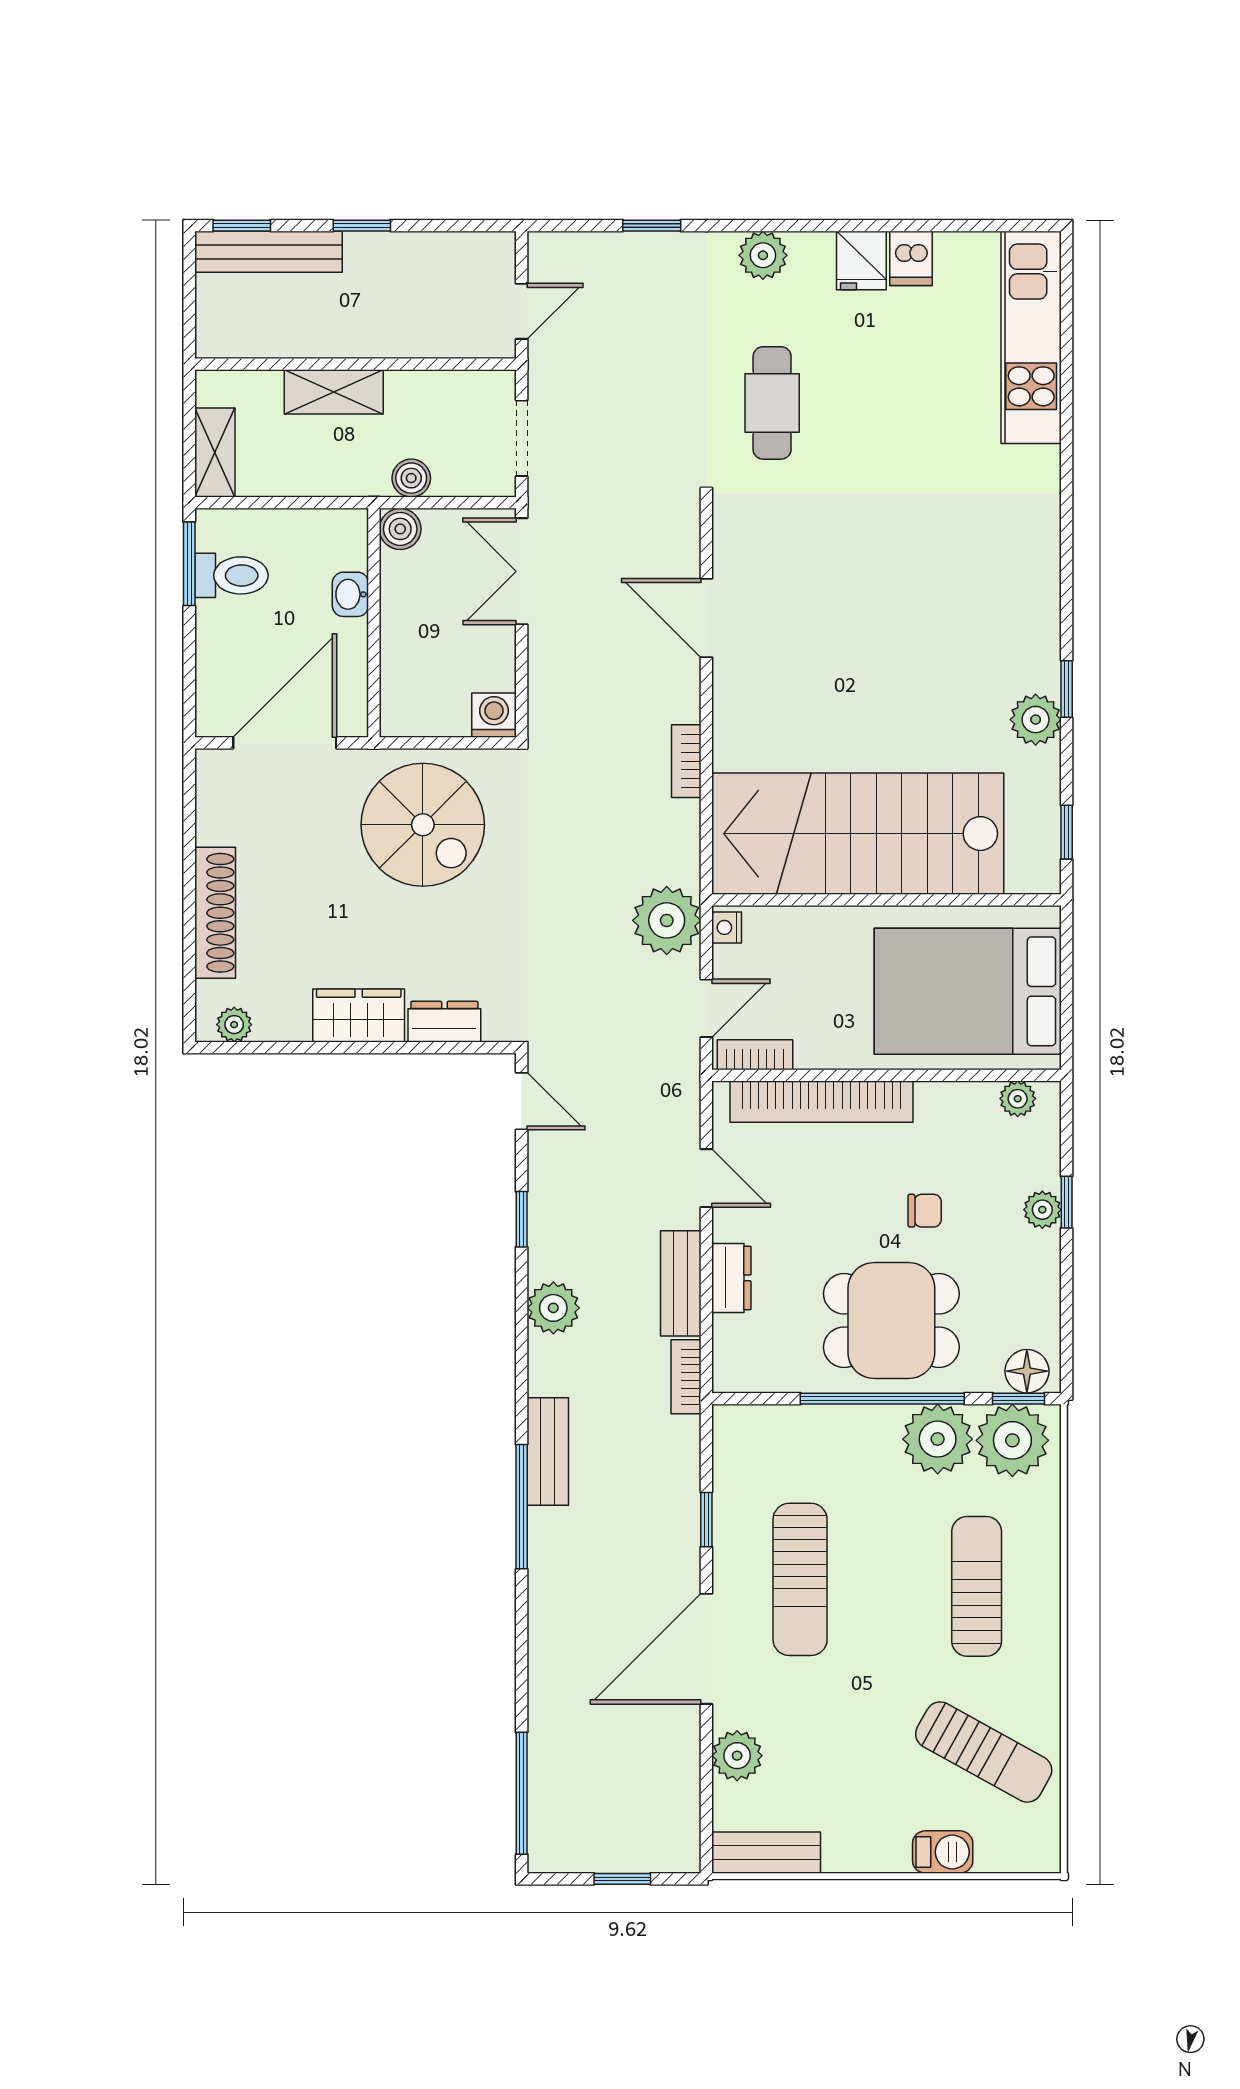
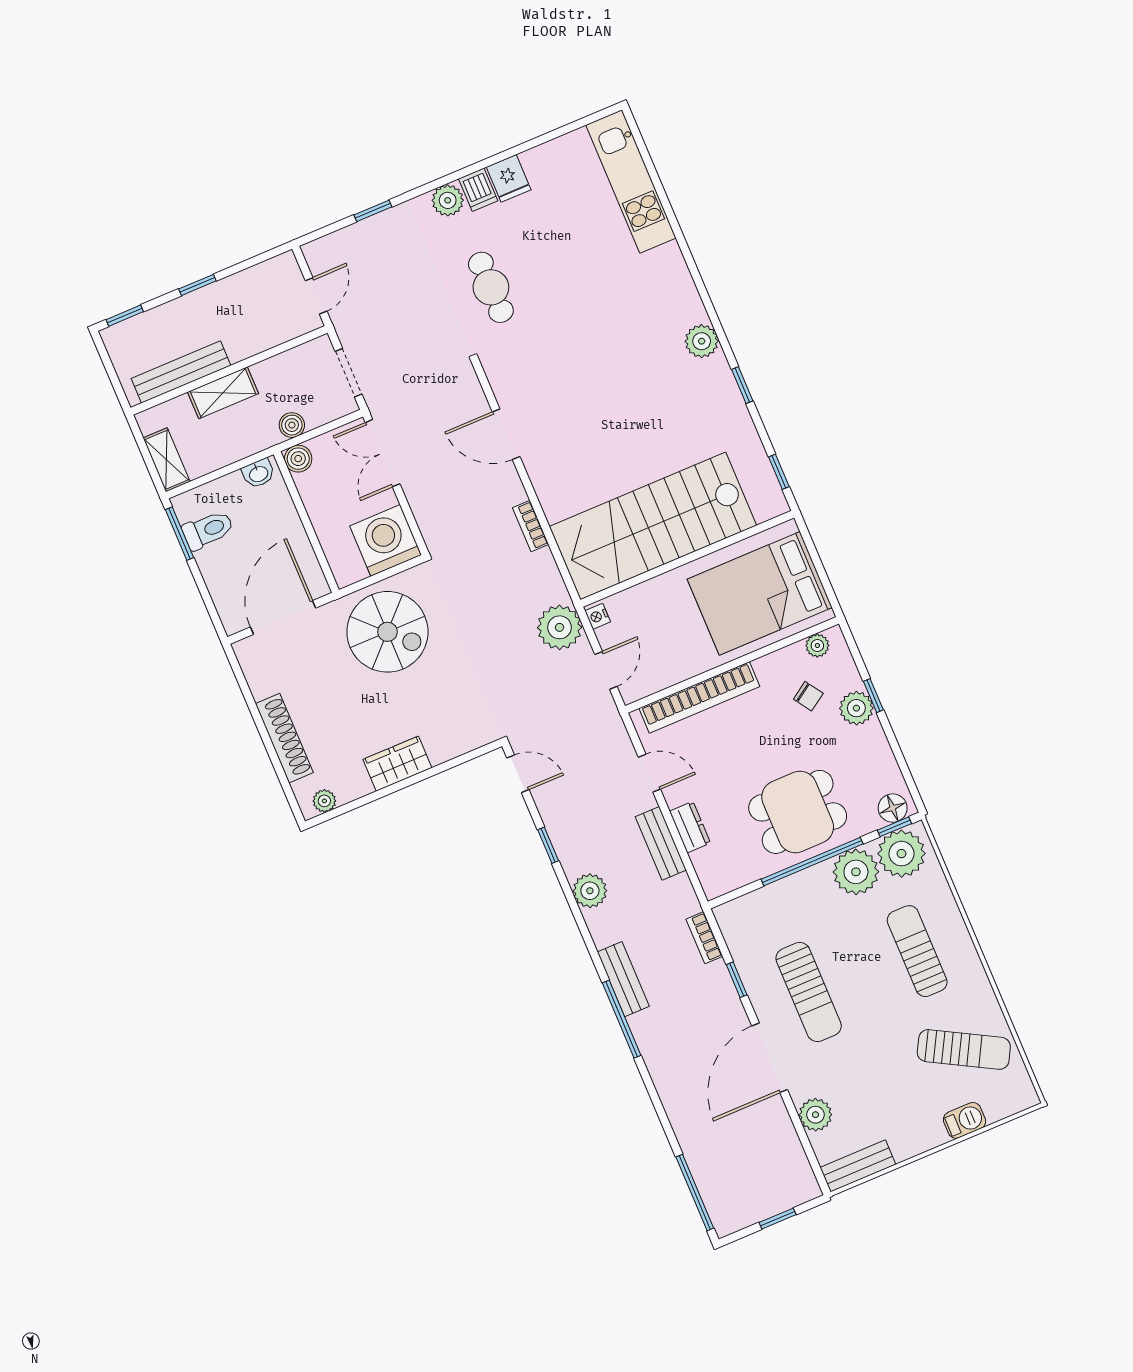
bench: (269, 252) -> (181, 372), moved
dishwasher: (911, 258) -> (478, 190), moved
washbasin: (350, 594) -> (258, 473), moved, turned -90
washing machine: (494, 715) -> (386, 540), width x1.89, depth x1.89
plant: (1036, 720) -> (702, 341), moved
dresser: (444, 1022) -> (451, 745), removed
bookcase: (755, 1055) -> (647, 686), removed
plant: (1042, 1210) -> (856, 708), width x1.38, depth x1.38
chair: (925, 1211) -> (808, 696), moved, turned 56
bookcase: (686, 1377) -> (704, 938), moved

